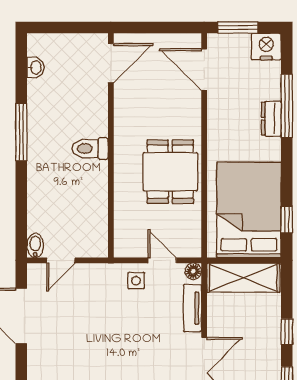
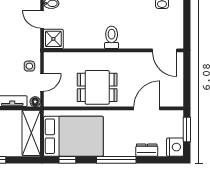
door: (204, 70) -> (147, 108), moved
window: (287, 106) -> (116, 160), moved
dresser: (271, 119) -> (147, 150), moved
shower: (92, 242) -> (53, 39), added

